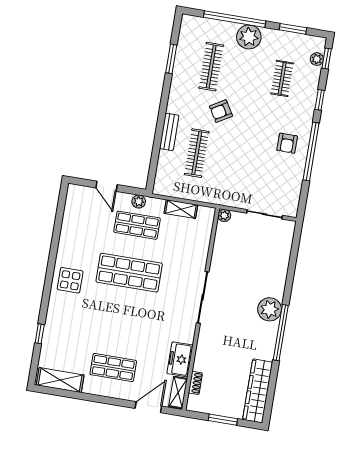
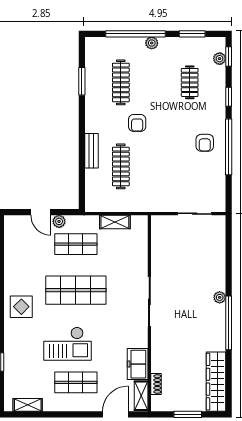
plant: (249, 37) -> (152, 43), width x0.53, depth x0.53
armchair: (221, 111) -> (137, 123), turned -59
plant: (139, 202) -> (59, 221), moved
plant: (224, 215) -> (157, 221), removed
plant: (270, 309) -> (220, 297), width x0.53, depth x0.53
checkout: (111, 326) -> (68, 344), added
shelving: (60, 380) -> (28, 405), width x0.67, depth x0.75

